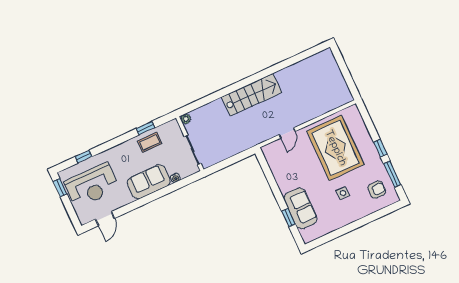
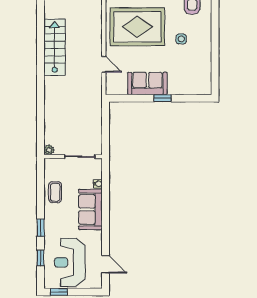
stairs: (252, 95) -> (55, 47), moved
window: (146, 128) -> (41, 228), moved
reception desk: (92, 185) -> (70, 262), turned 180
sofa: (300, 208) -> (147, 83), moved
window: (289, 218) -> (163, 98), moved

